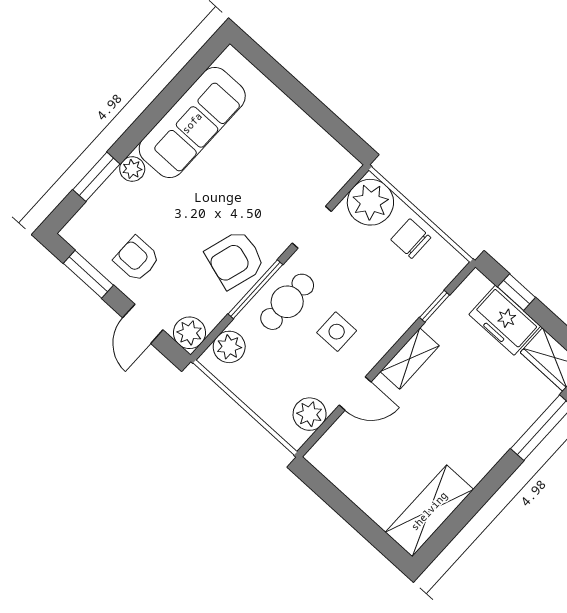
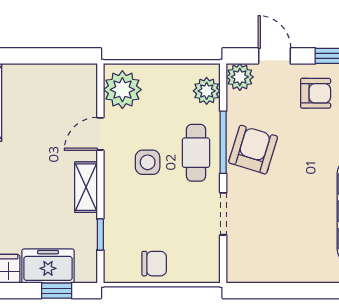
plant: (370, 202) -> (201, 263), removed
plant: (310, 414) -> (122, 90), width x1.36, depth x1.36

